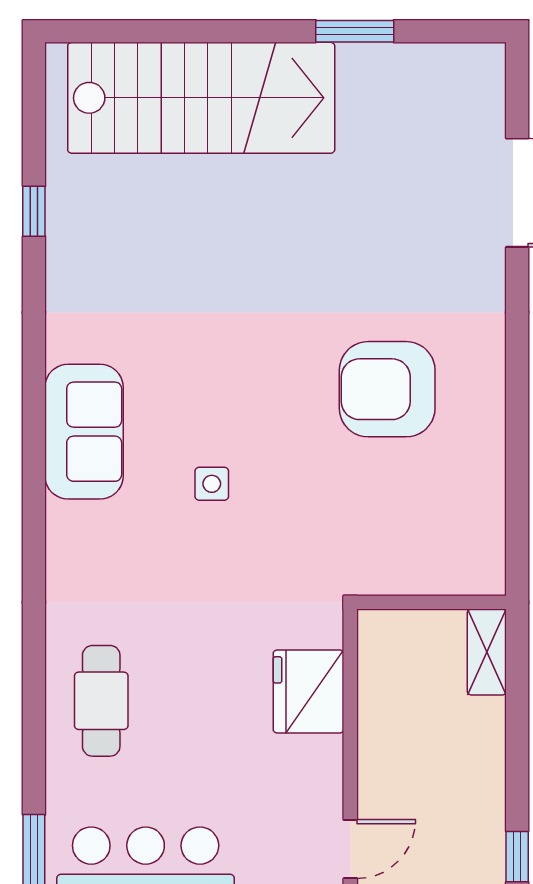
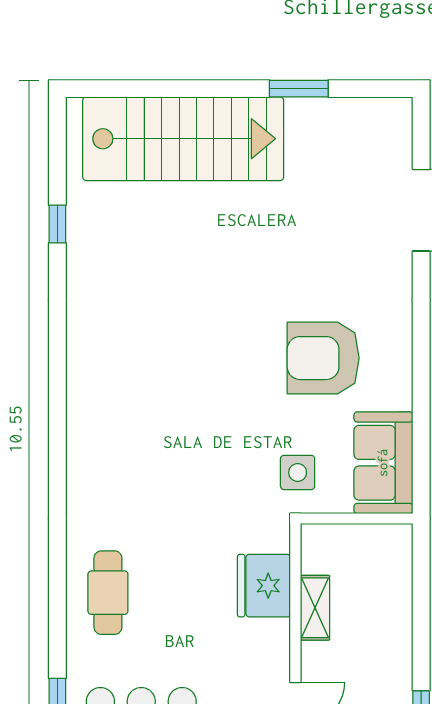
sofa: (84, 432) -> (383, 463), moved, turned 180
side table: (212, 484) -> (298, 472), moved, width x1.37, depth x1.37
shelving: (487, 652) -> (315, 608), moved

